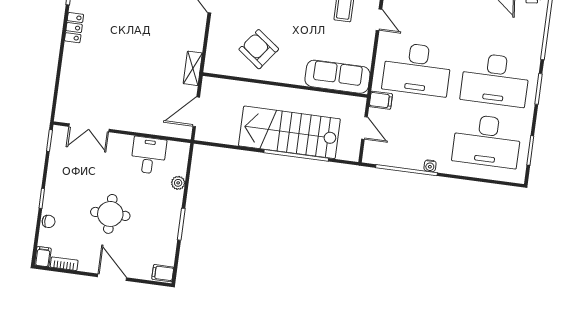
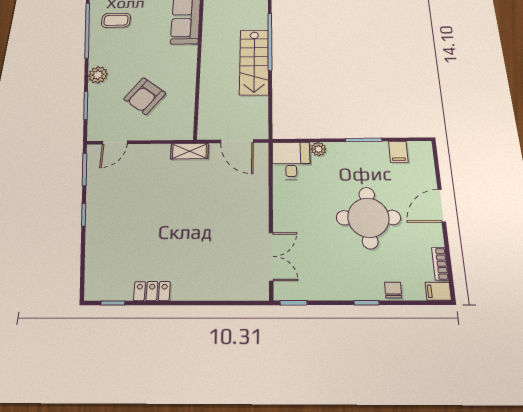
armchair: (259, 49) -> (145, 96), moved
stairs: (289, 132) -> (254, 62), width x0.73, depth x0.66
desk: (149, 155) -> (291, 161), moved, turned 90
round table: (110, 214) -> (368, 218), width x1.36, depth x1.36
filing cabinet: (163, 273) -> (398, 152), moved

